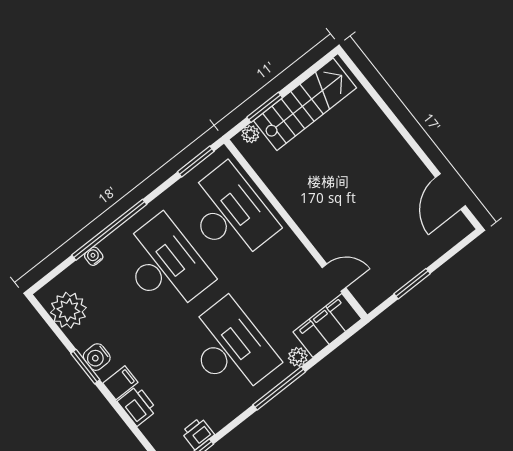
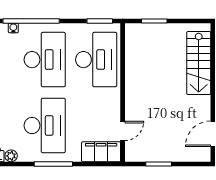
stairs: (305, 104) -> (199, 63), moved, turned 90
plant: (250, 134) -> (137, 29), removed
door: (334, 278) -> (123, 131), hinge flipped
plant: (298, 357) -> (11, 156), moved

